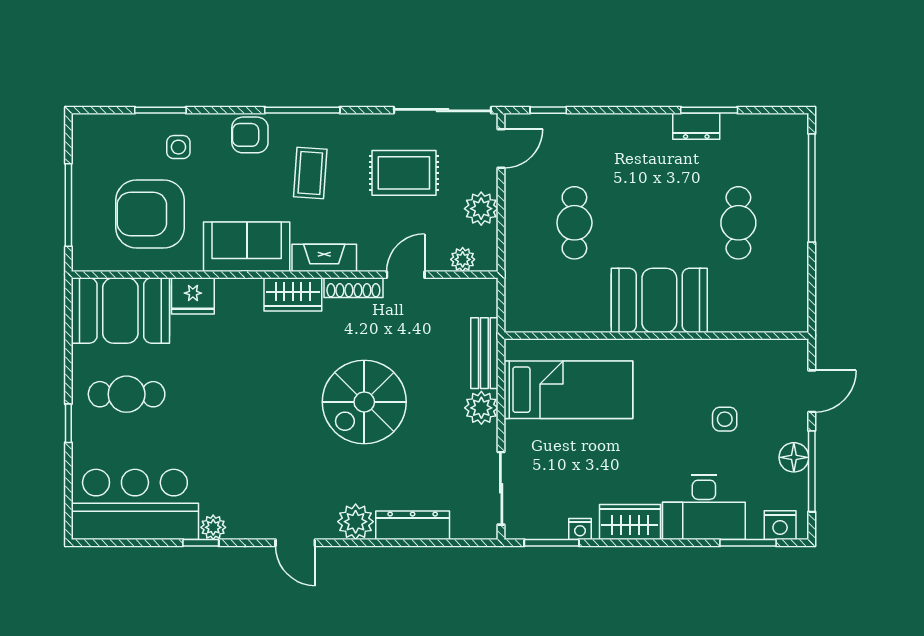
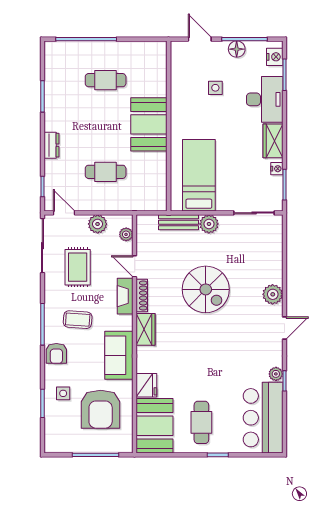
dresser: (696, 126) -> (52, 145), moved
fireplace: (324, 258) -> (125, 296), moved
dresser: (413, 525) -> (275, 262), removed

